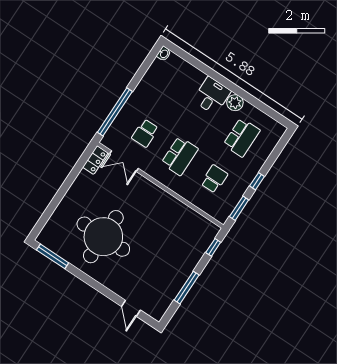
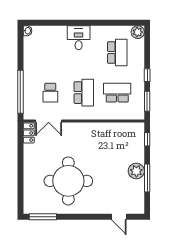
plant: (235, 103) -> (138, 32), moved
school desk: (214, 179) -> (117, 93), width x1.85
plant: (180, 273) -> (136, 171), added

